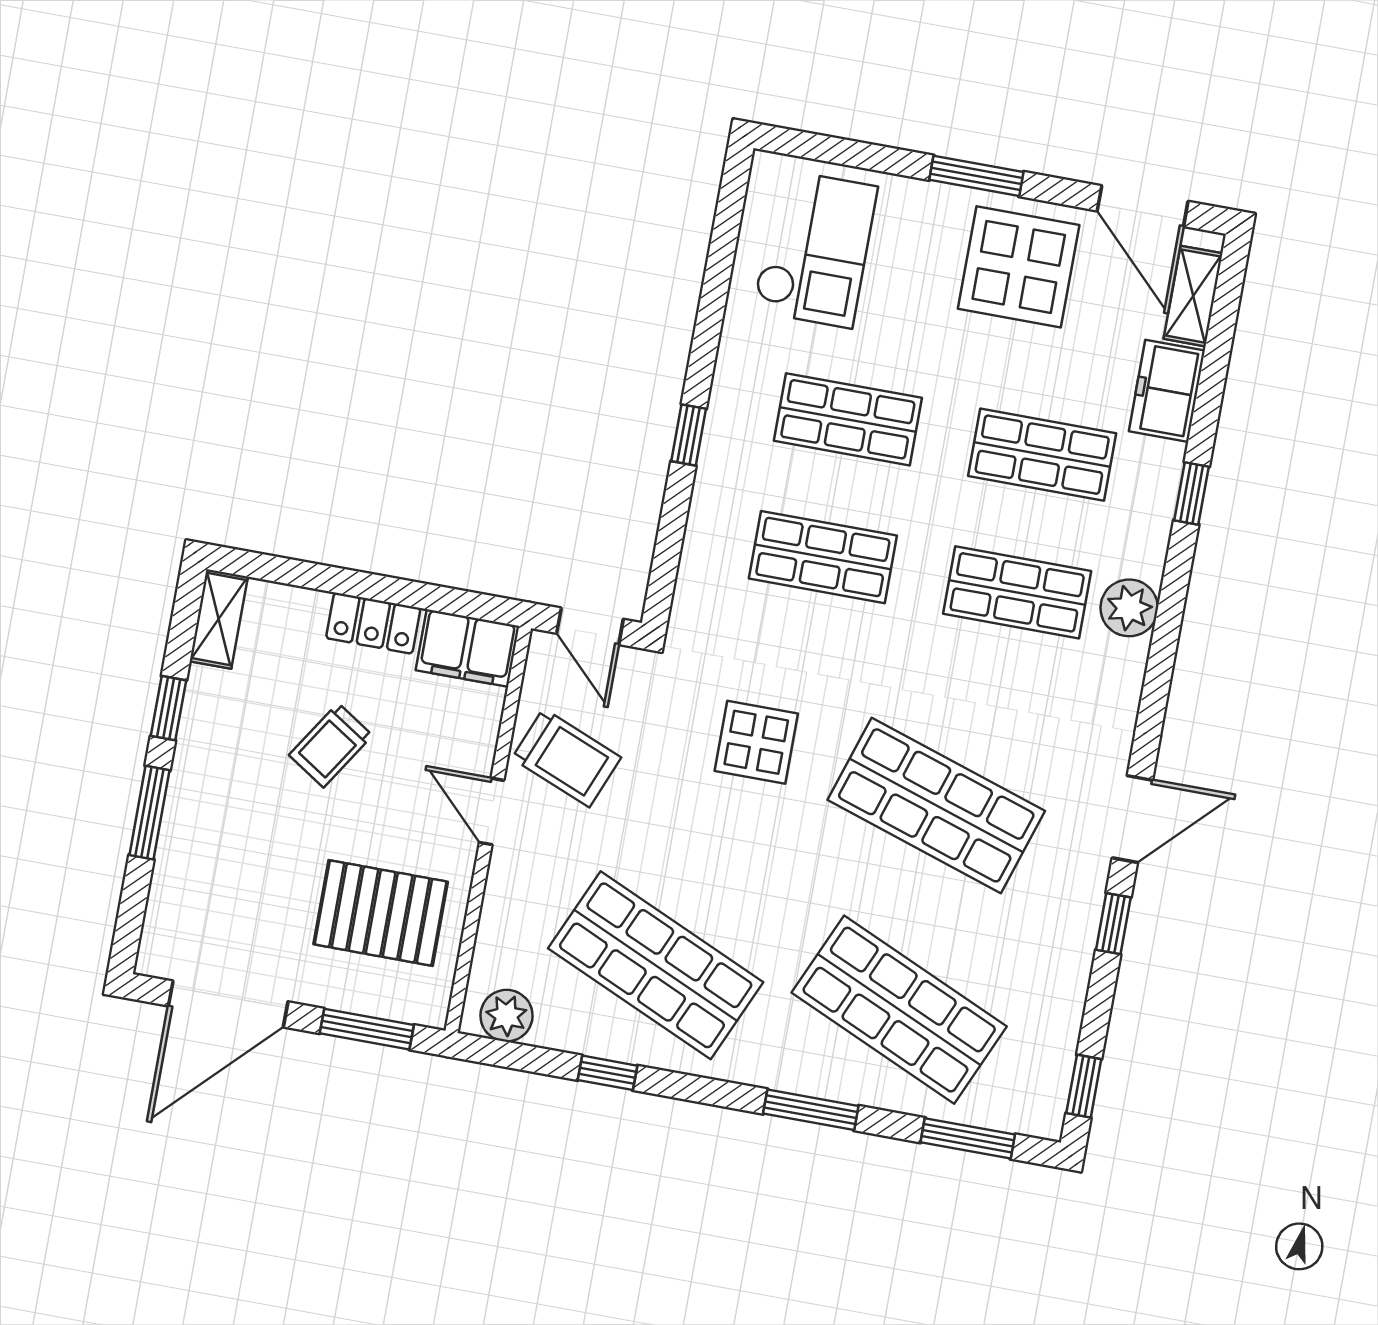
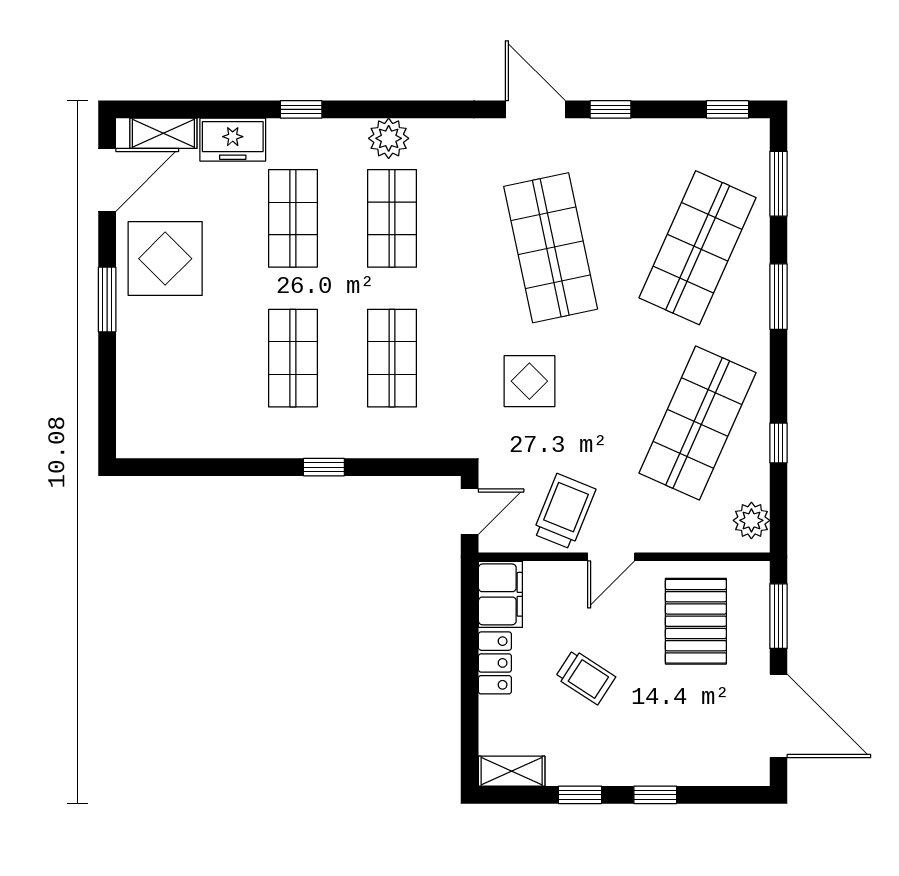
checkout: (815, 249) -> (178, 403), removed
shop shelf: (936, 805) -> (551, 248), turned -30
window: (149, 813) -> (655, 795), width x0.67

